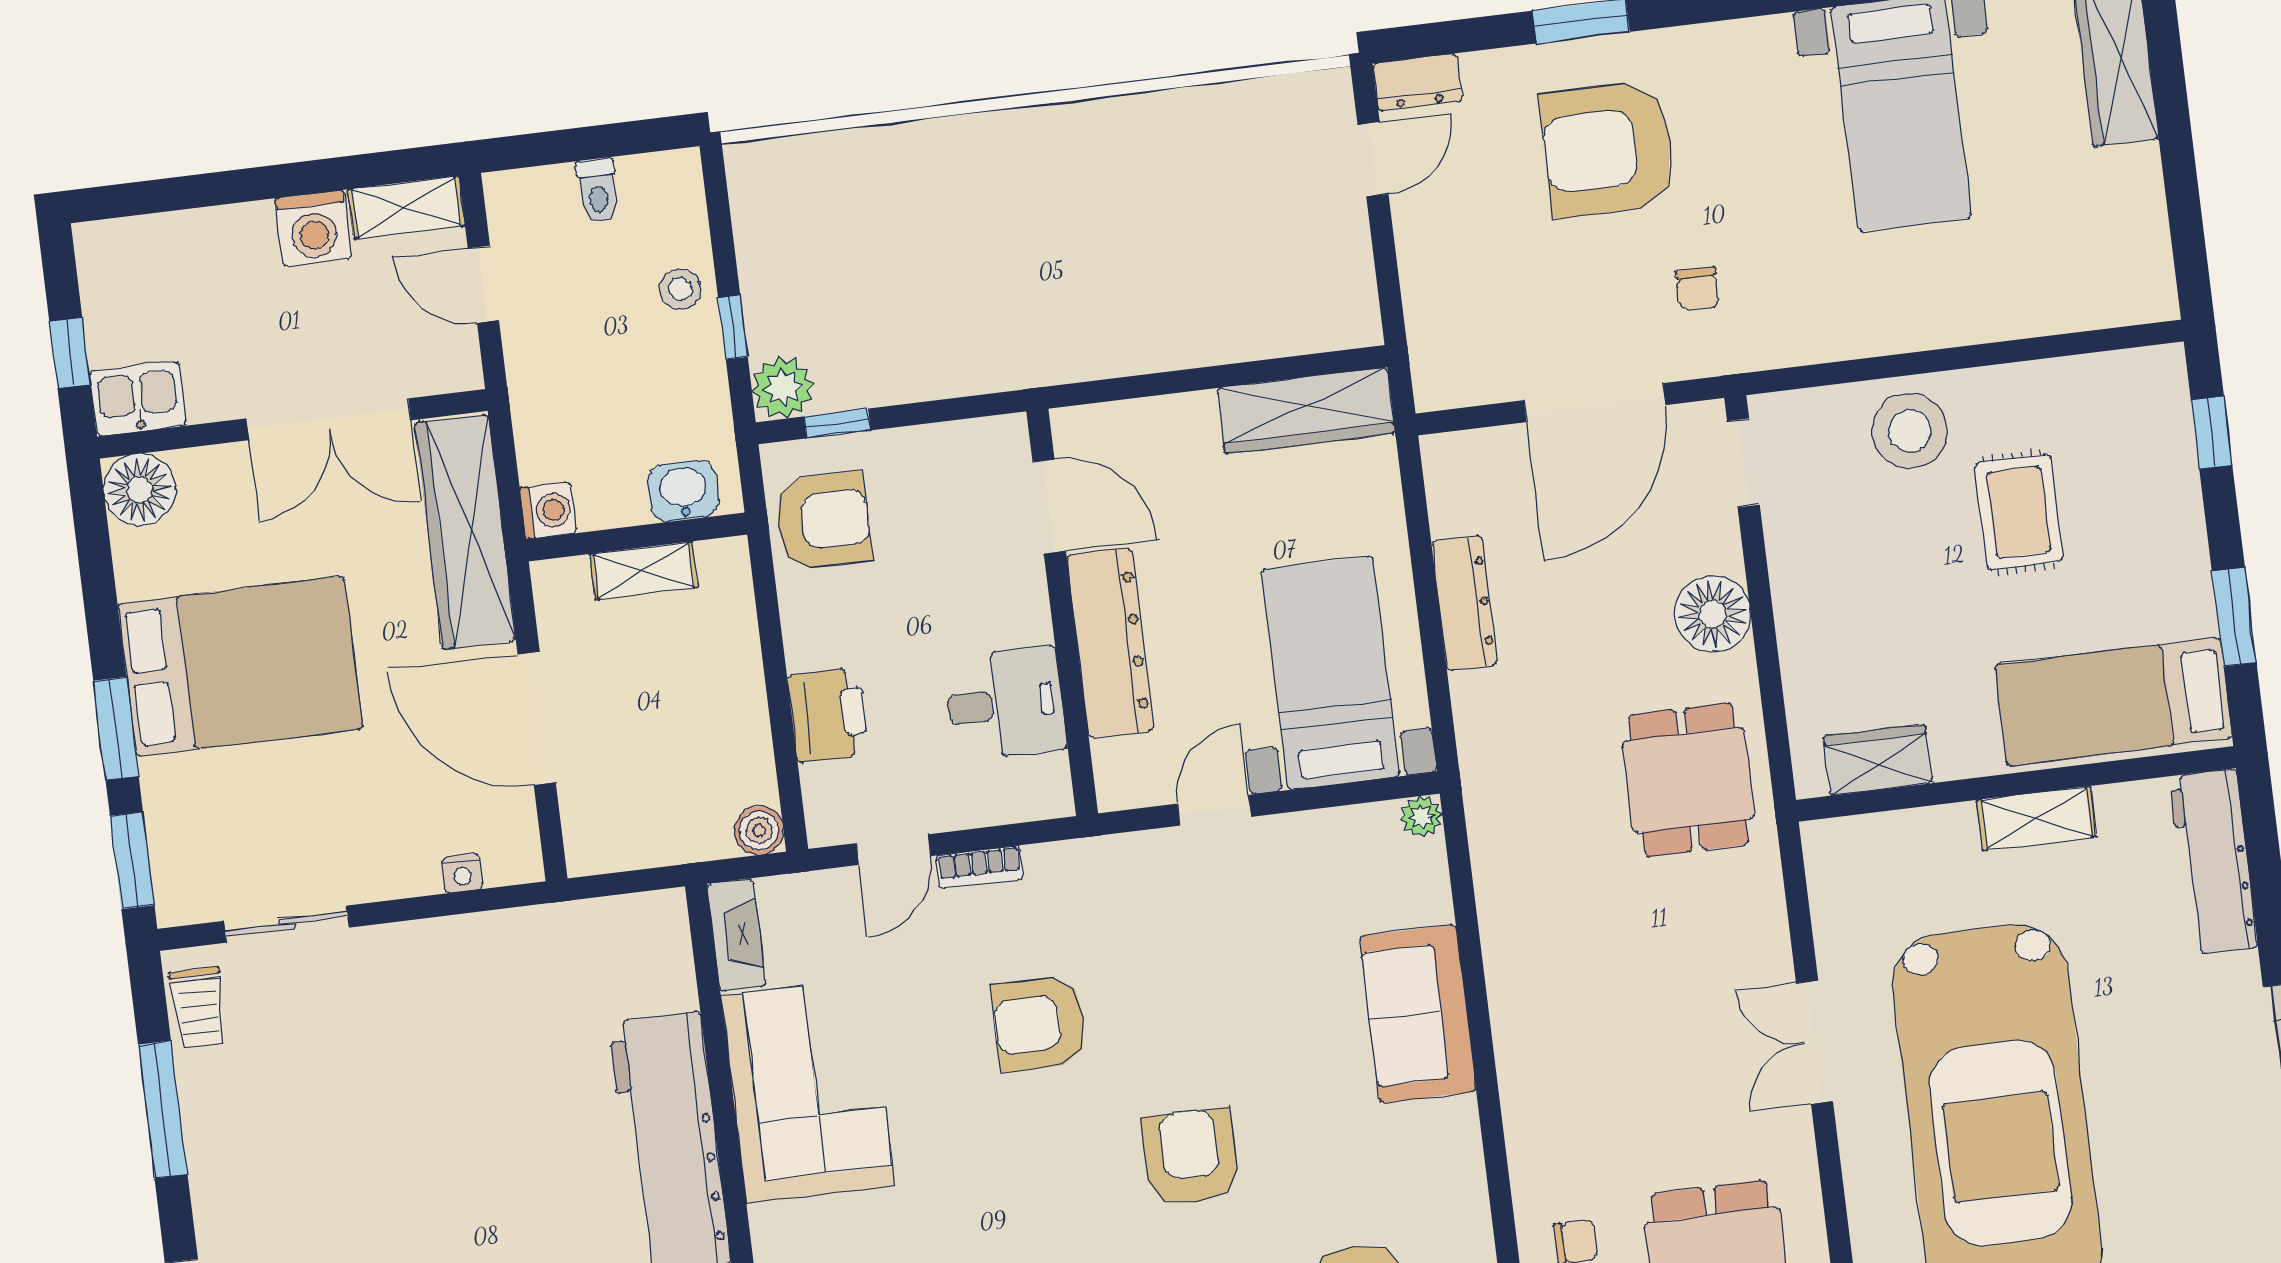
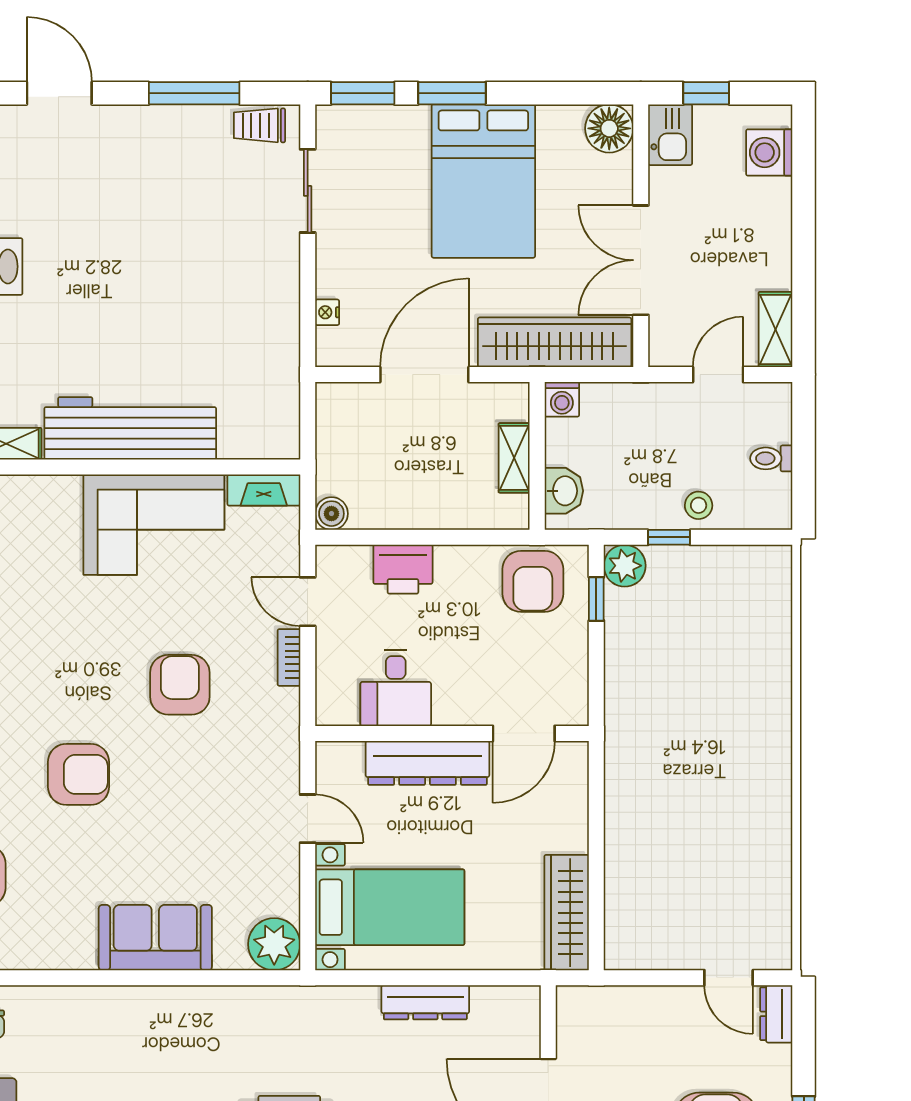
washing machine: (313, 228) -> (769, 152), moved
plant: (1422, 817) -> (274, 944), width x1.88, depth x1.88

